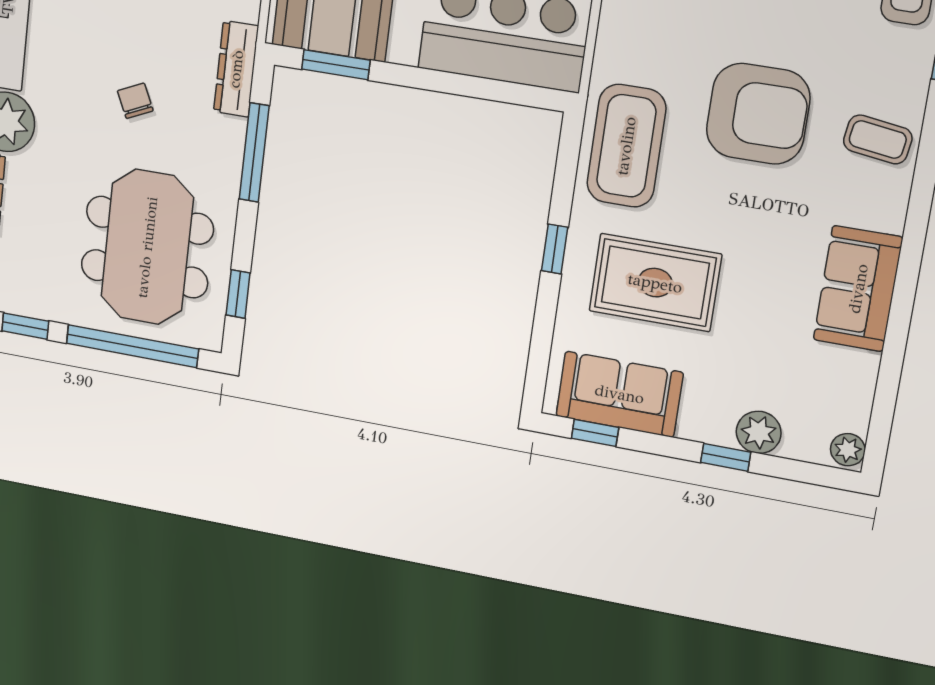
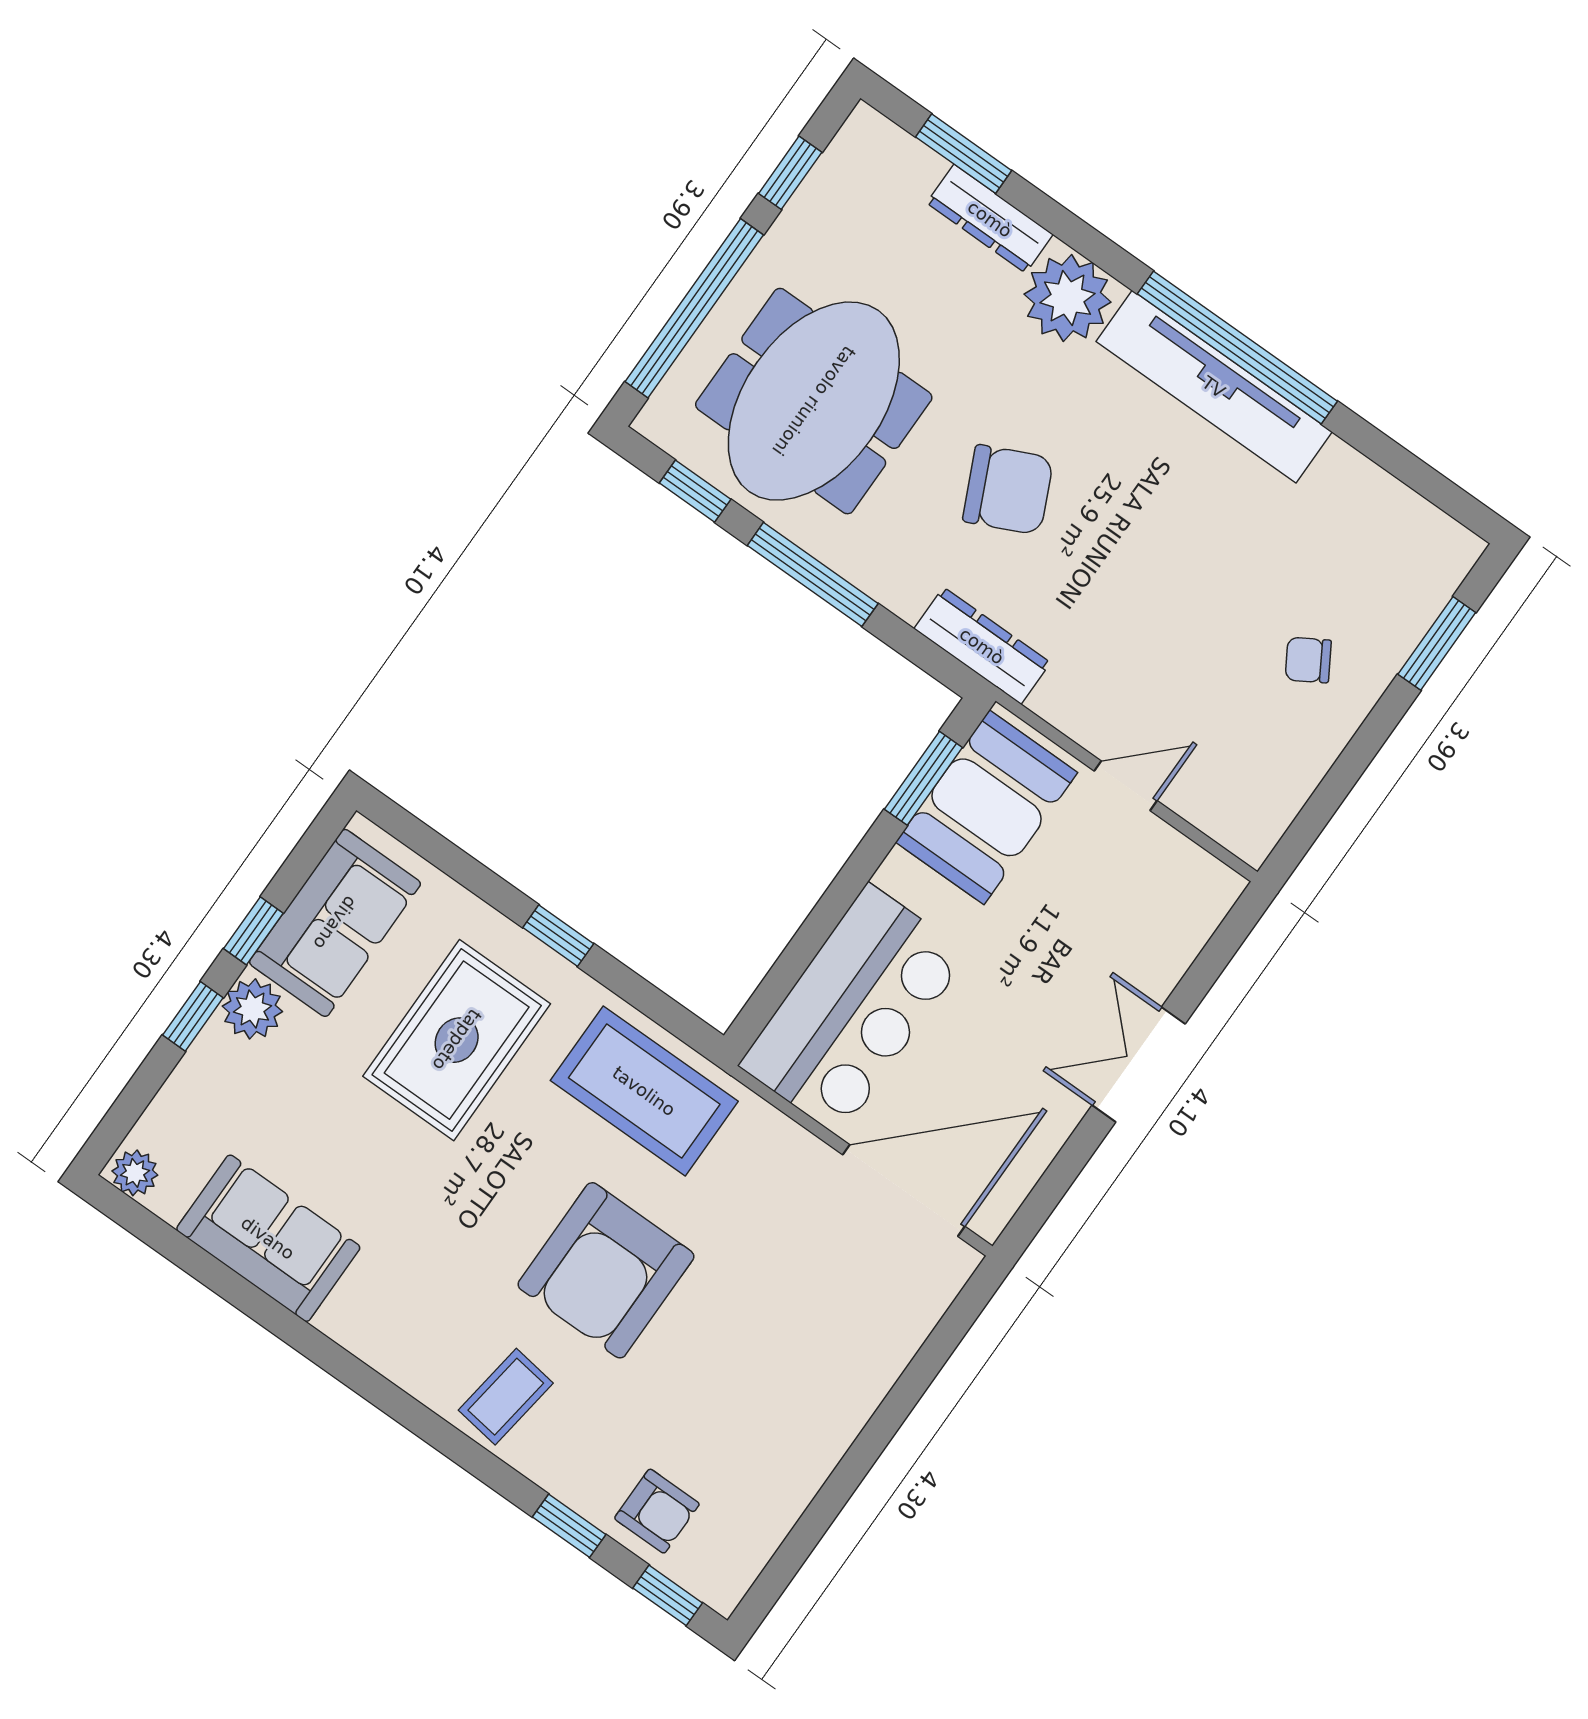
chair: (135, 101) -> (1008, 490), width x1.87, depth x1.87
window: (254, 153) -> (813, 574), moved
meeting table: (147, 247) -> (814, 401), turned 90
sofa: (858, 289) -> (268, 1238), moved
plant: (759, 432) -> (252, 1009), moved
window: (595, 433) -> (253, 931), moved

